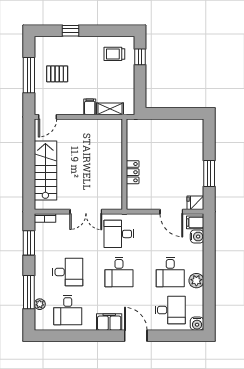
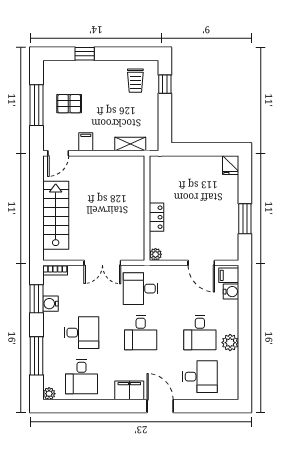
trolley: (114, 54) -> (135, 81), turned -90
filing cabinet: (90, 107) -> (86, 142), moved
fridge: (195, 203) -> (231, 165), moved, turned -90
plant: (132, 204) -> (155, 254), added
plant: (40, 304) -> (49, 394), moved
water cooler: (197, 324) -> (50, 304), moved, turned 90

